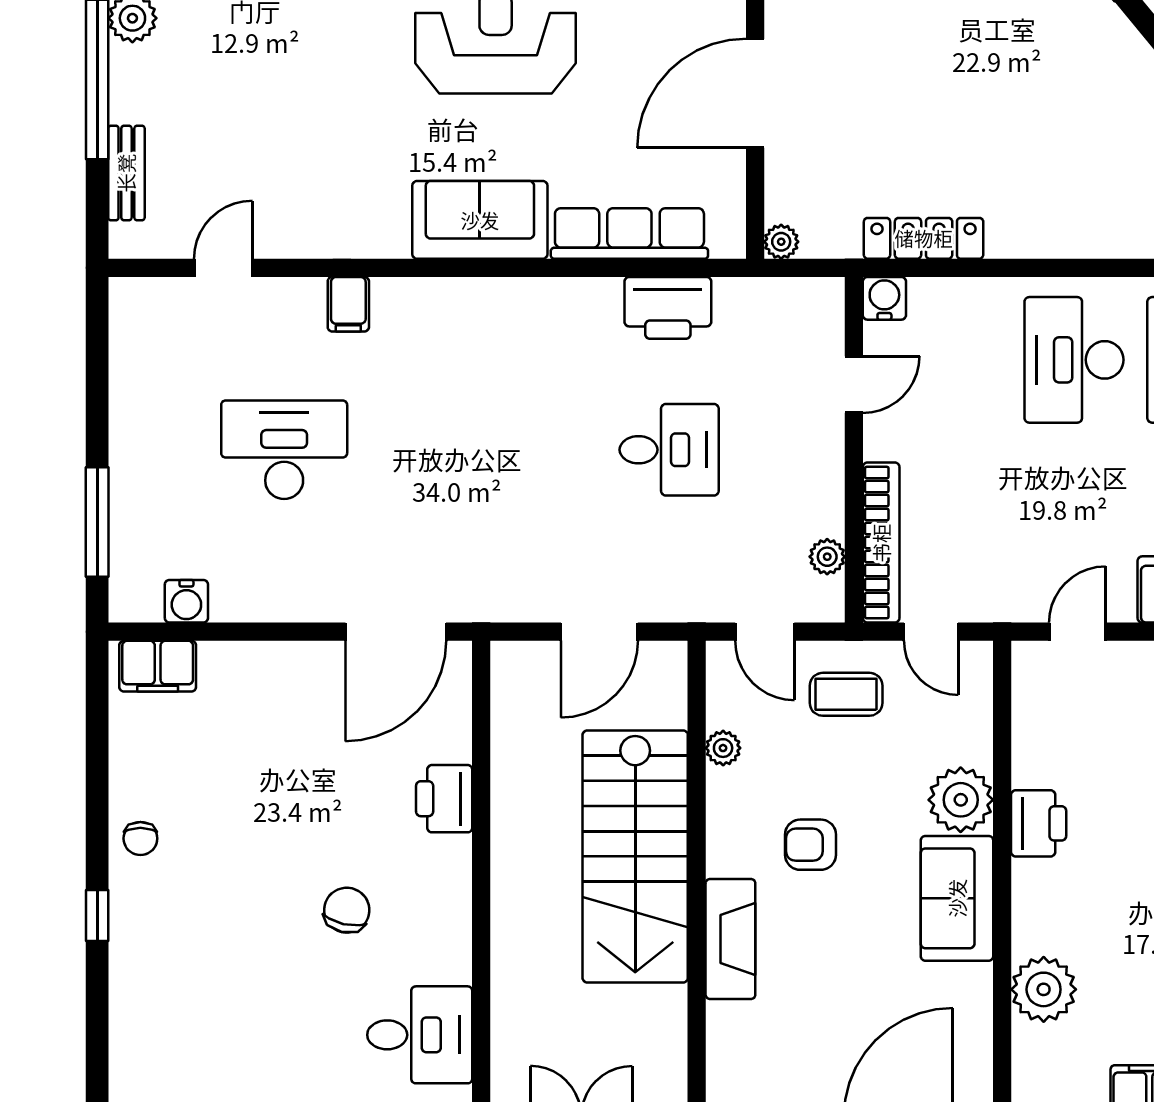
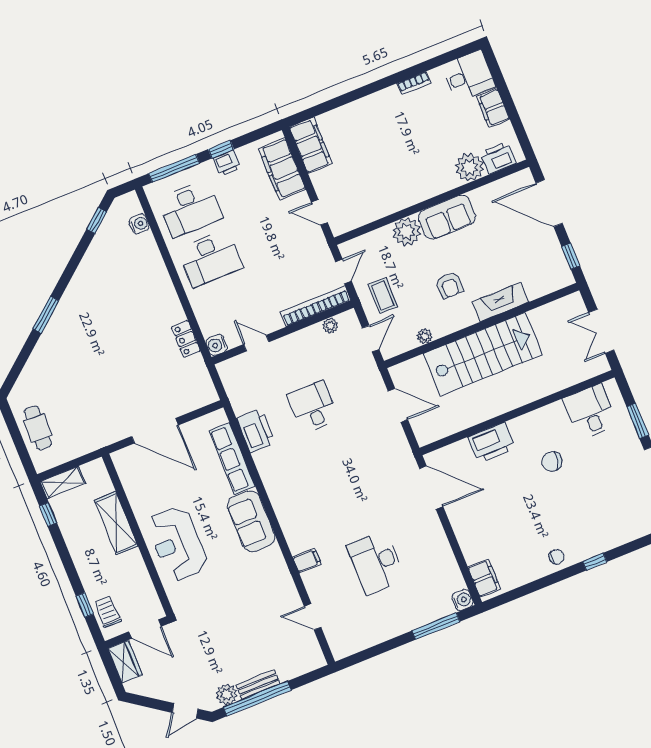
bench: (126, 173) -> (258, 685), moved
locker: (924, 238) -> (186, 339), width x0.66
plant: (781, 242) -> (211, 396), removed
water cooler: (186, 601) -> (463, 600), moved
printer: (444, 799) -> (492, 443), width x1.37, depth x1.19
printer: (1039, 823) -> (498, 158), moved

